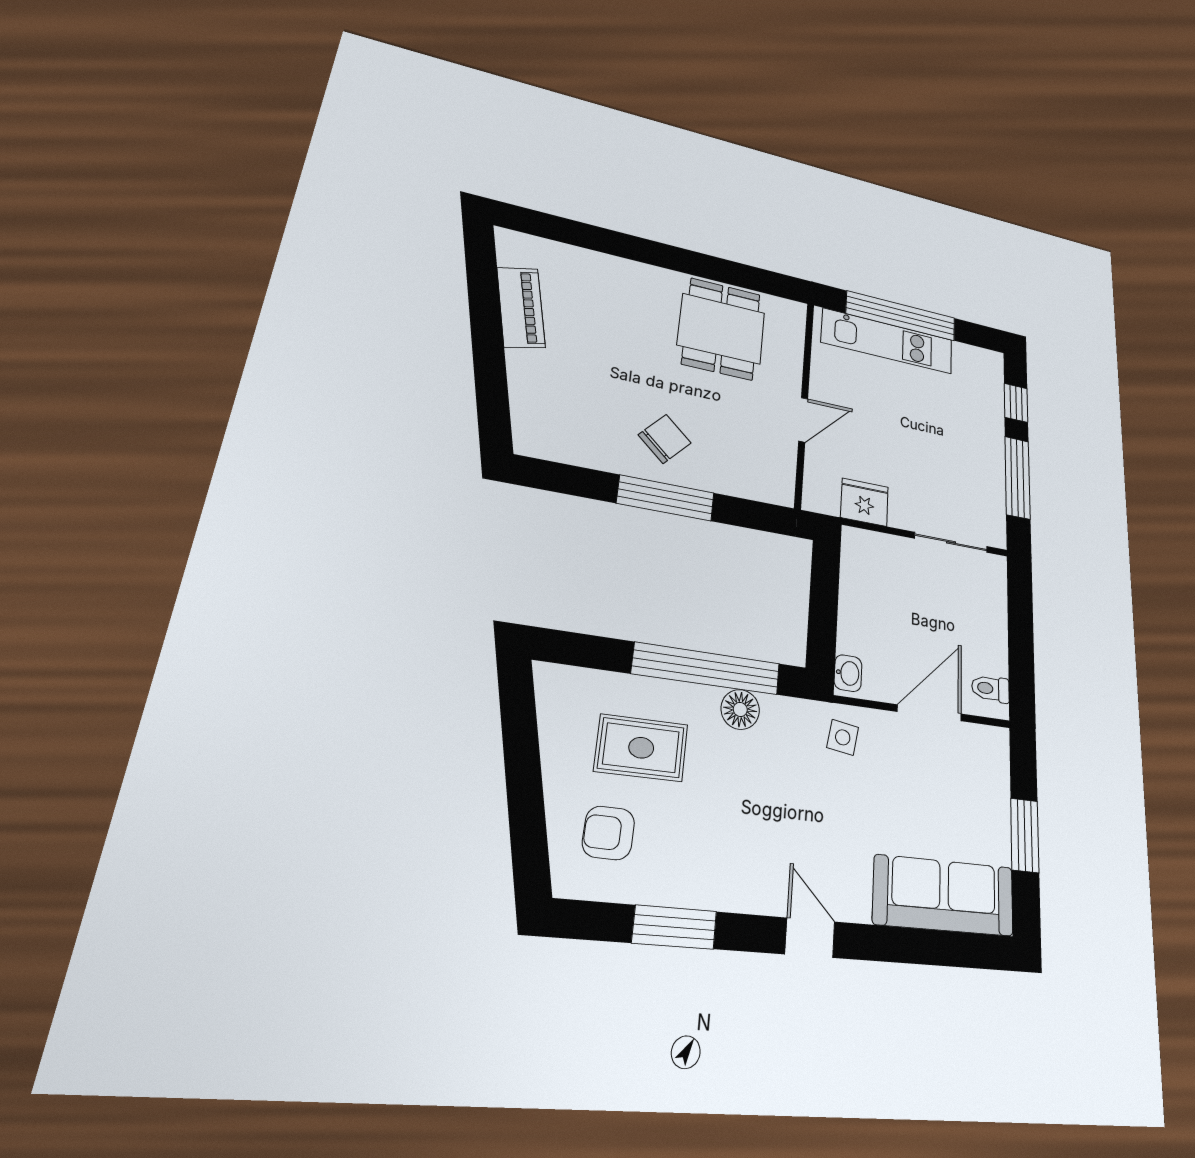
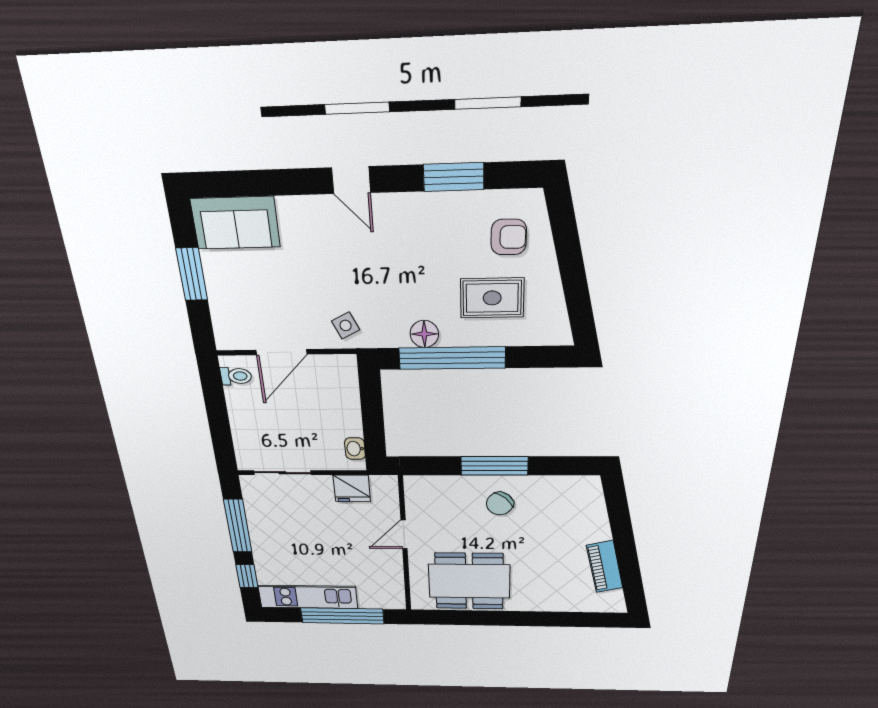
dining table: (721, 329) -> (469, 581), width x1.38
kitchen unit: (888, 341) -> (308, 597), moved
washbasin: (848, 673) -> (355, 449), moved
side table: (843, 737) -> (346, 325), turned -35
sofa: (944, 895) -> (235, 223), width x0.73

